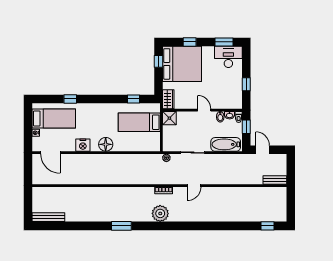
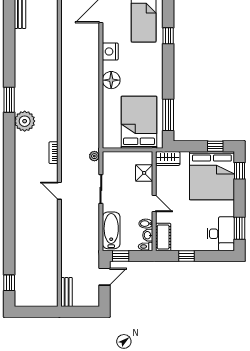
window: (190, 42) -> (239, 171), moved
window: (134, 99) -> (168, 115), width x2.17
cot: (231, 103) -> (163, 237), added
door: (204, 110) -> (154, 203), hinge flipped
shower: (169, 118) -> (144, 173), moved
bed: (139, 122) -> (139, 122), width x1.50
window: (246, 127) -> (121, 256), moved
plant: (160, 213) -> (25, 121), moved

